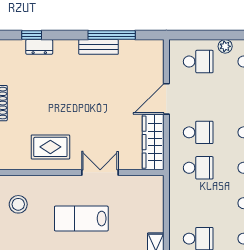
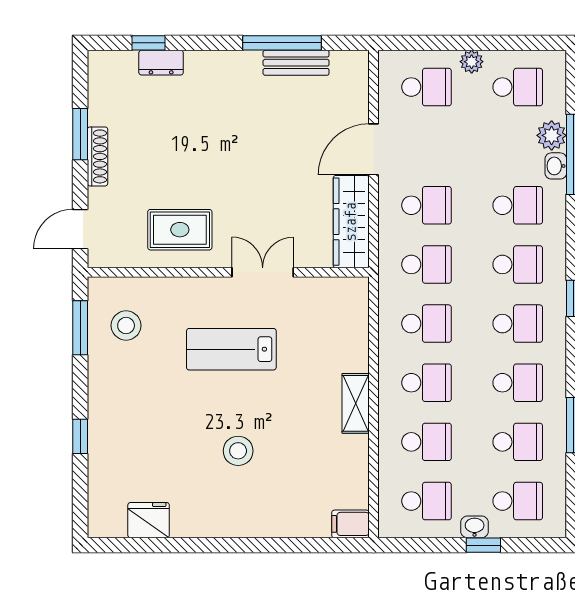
bench: (99, 47) -> (296, 63), moved
school desk: (198, 203) -> (427, 324), added

